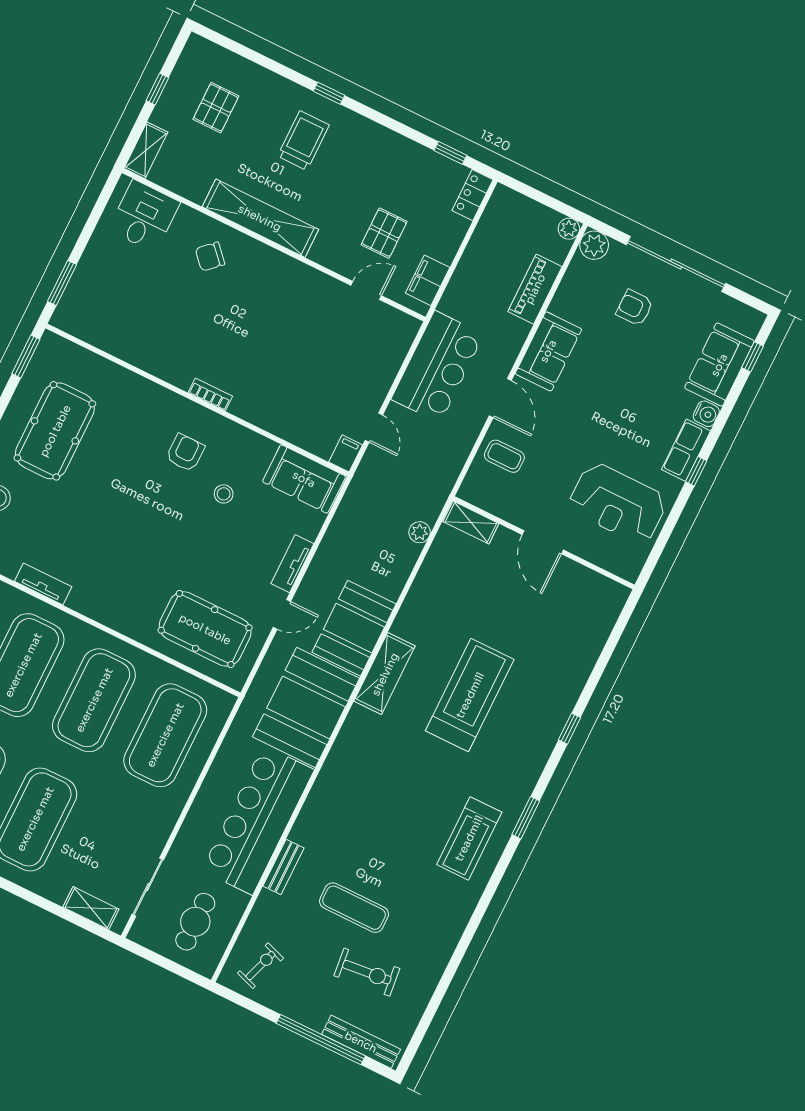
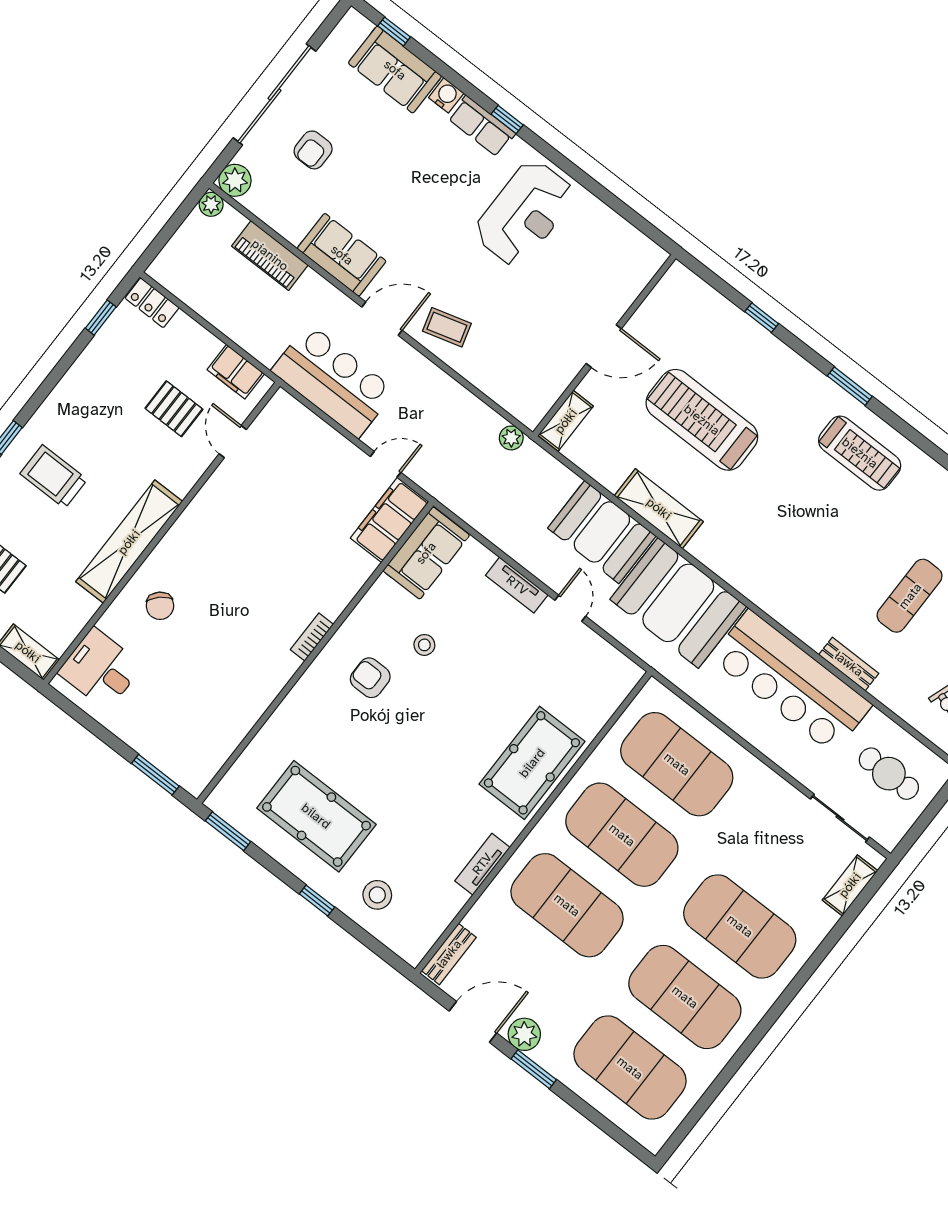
filing cabinet: (346, 453) -> (390, 520), width x3.00, depth x1.17
coffee table: (504, 456) -> (447, 327), turned 74
shelving: (471, 523) -> (566, 421), moved
door: (543, 542) -> (604, 346), moved
wall: (544, 543) -> (604, 345), moved
pool table: (205, 629) -> (532, 763), moved

